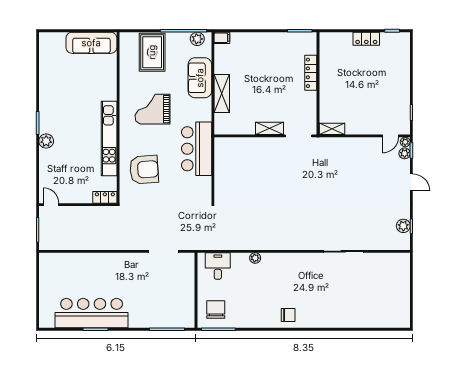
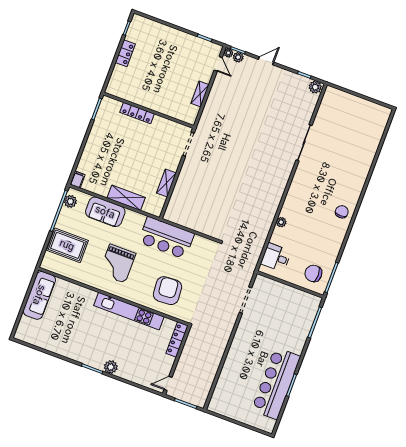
shelving: (270, 128) -> (166, 183), moved
shelving: (332, 129) -> (200, 94), moved
locker: (105, 197) -> (177, 339), width x1.53
plant: (403, 226) -> (315, 87), moved

